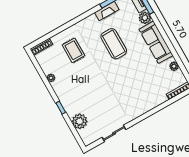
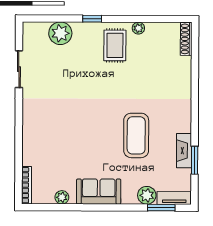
sofa: (156, 42) -> (99, 192), width x0.73
coffee table: (114, 44) -> (136, 135), turned 90
rug: (73, 50) -> (115, 45), moved, turned 90

